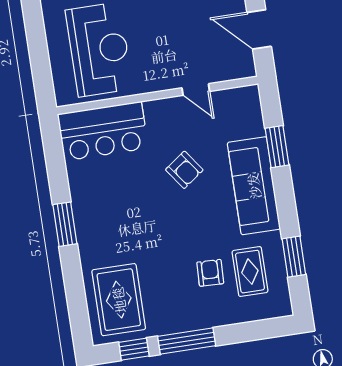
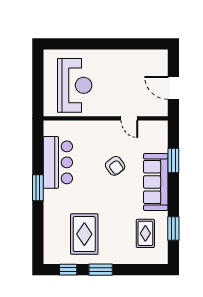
bar counter: (103, 131) -> (58, 162), moved, turned -90
armchair: (210, 273) -> (121, 231), removed
rug: (119, 300) -> (84, 234), moved
window: (187, 341) -> (101, 270), width x0.69

